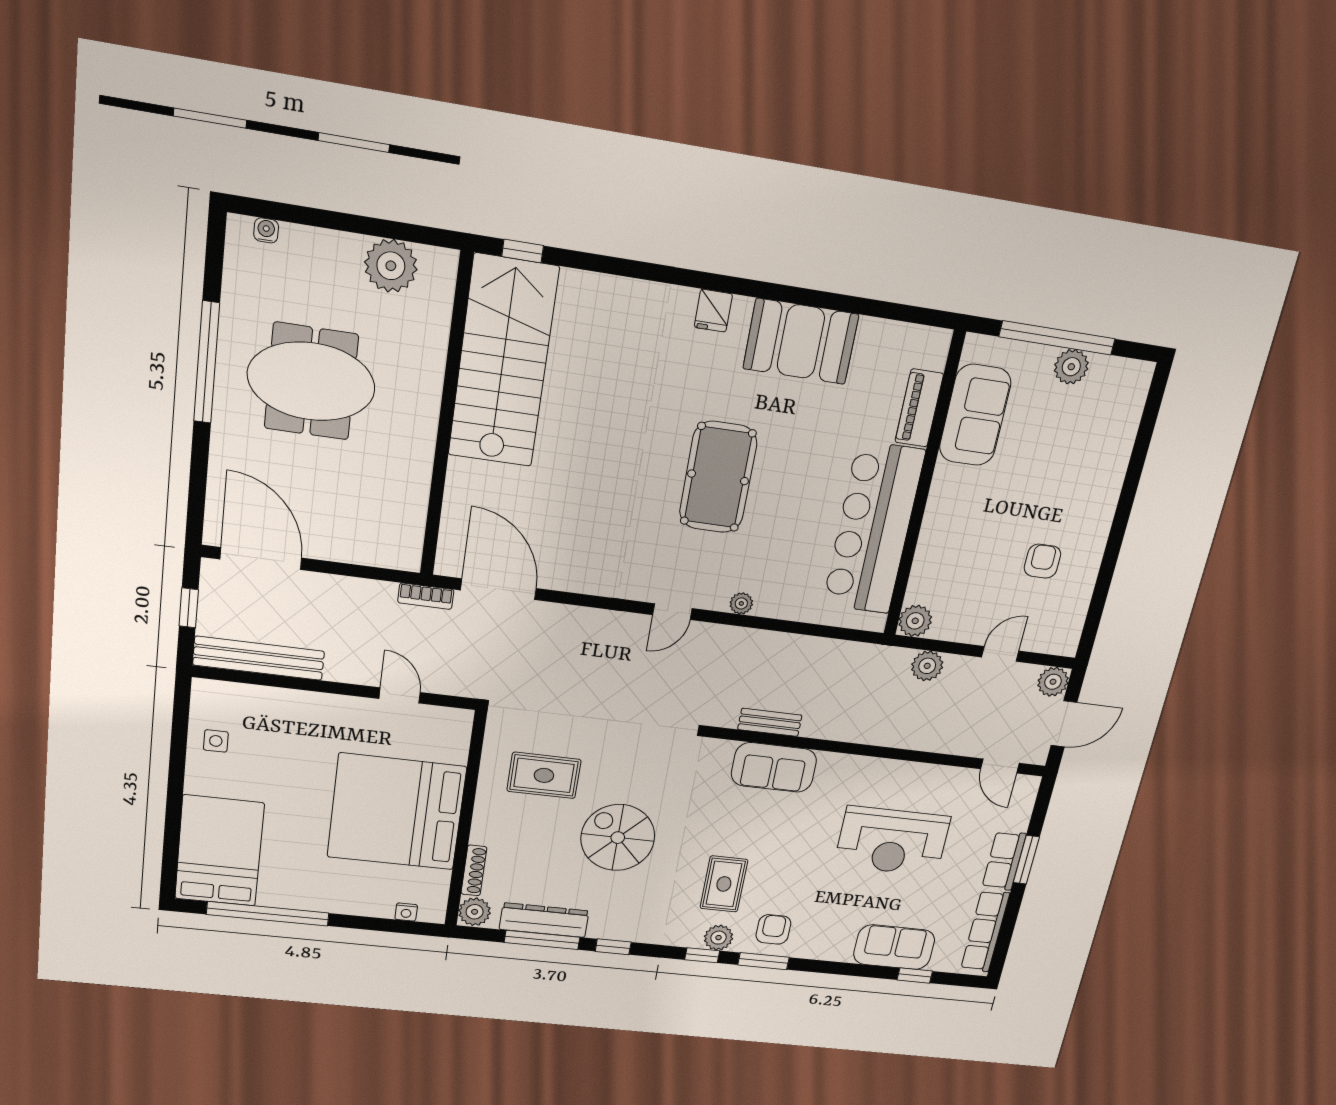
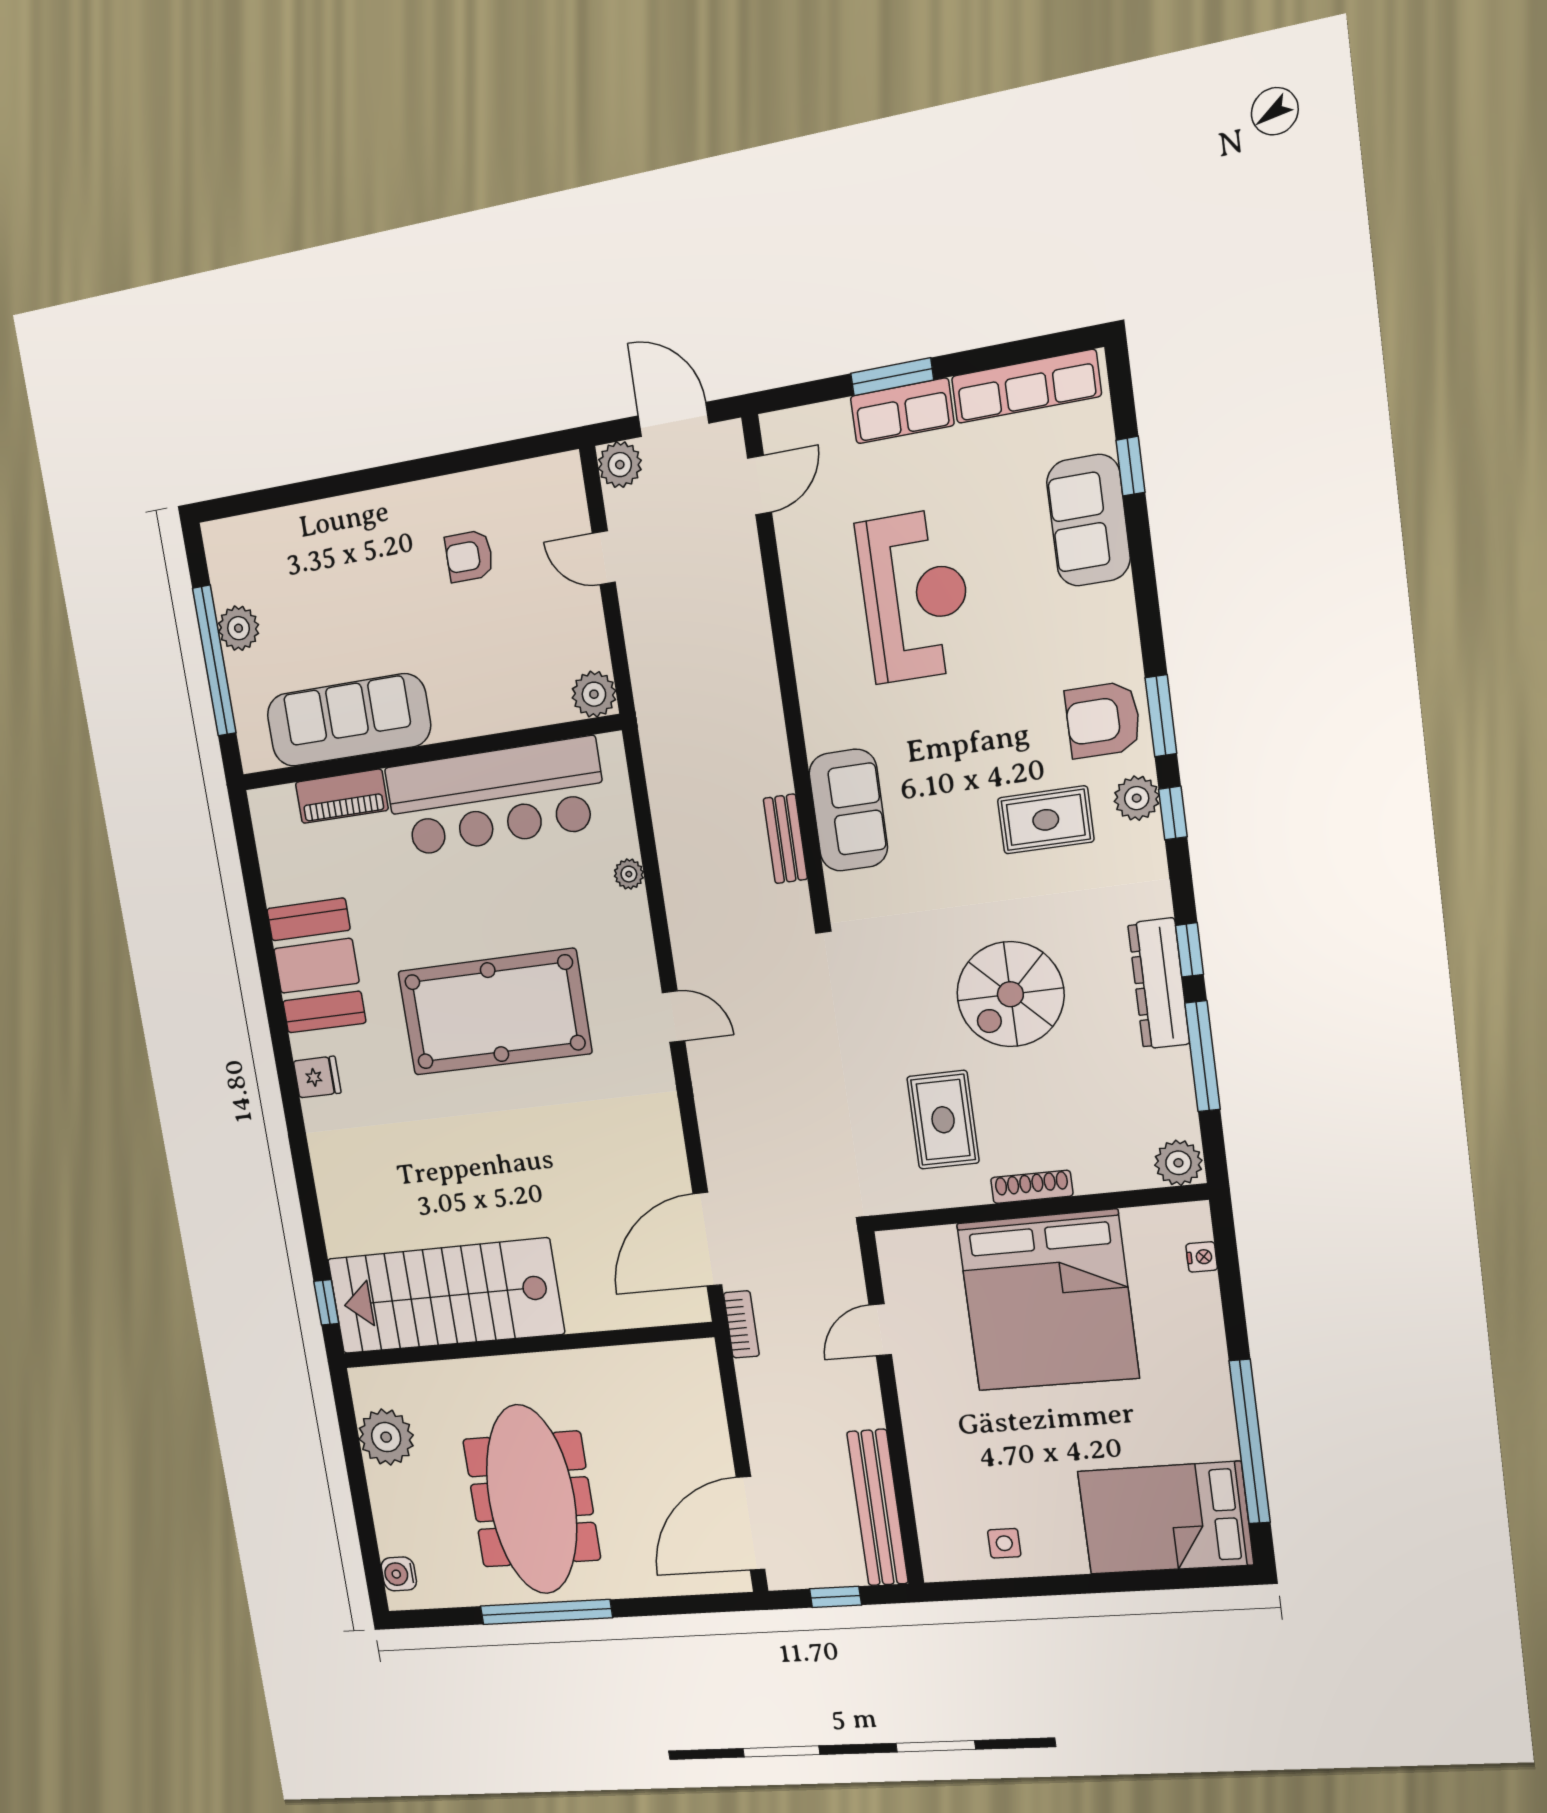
water cooler: (266, 230) -> (399, 1574), width x1.38, depth x1.38
meeting table: (311, 381) -> (532, 1499), width x1.36
sofa: (975, 415) -> (349, 720), width x1.36
pool table: (718, 477) -> (495, 1012), width x1.36, depth x1.32
plant: (741, 603) -> (629, 874), moved
plant: (927, 666) -> (648, 652), removed
shoe rack: (474, 870) -> (1032, 1187), moved
dresser: (544, 920) -> (1159, 984), moved
armchair: (773, 929) -> (1103, 720), width x1.38, depth x1.38

